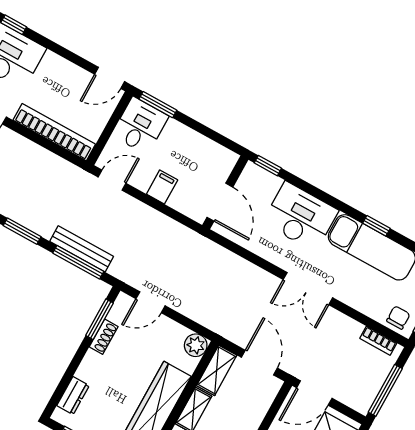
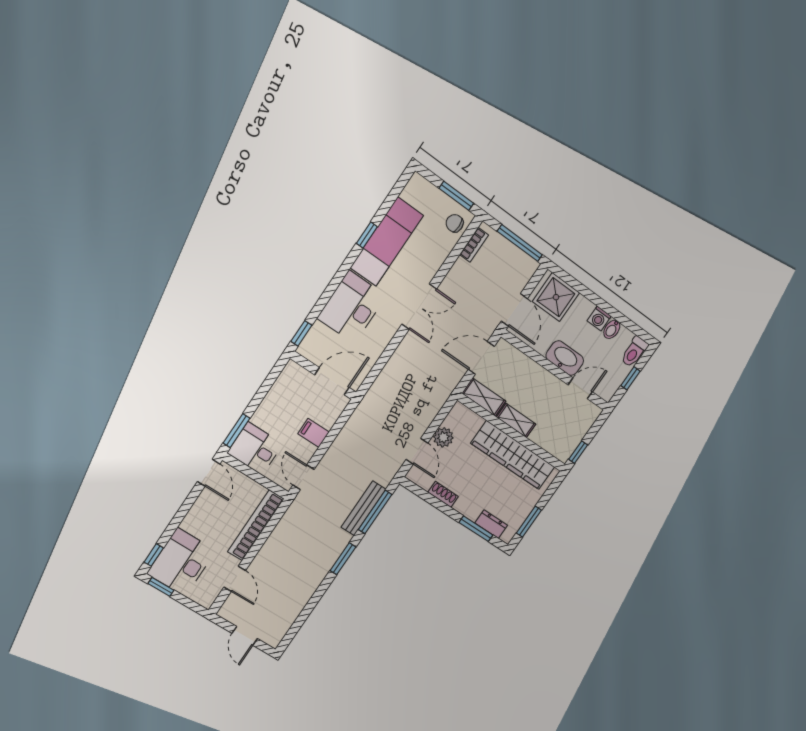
window: (99, 319) -> (476, 529), moved
plant: (196, 345) -> (443, 437), moved

